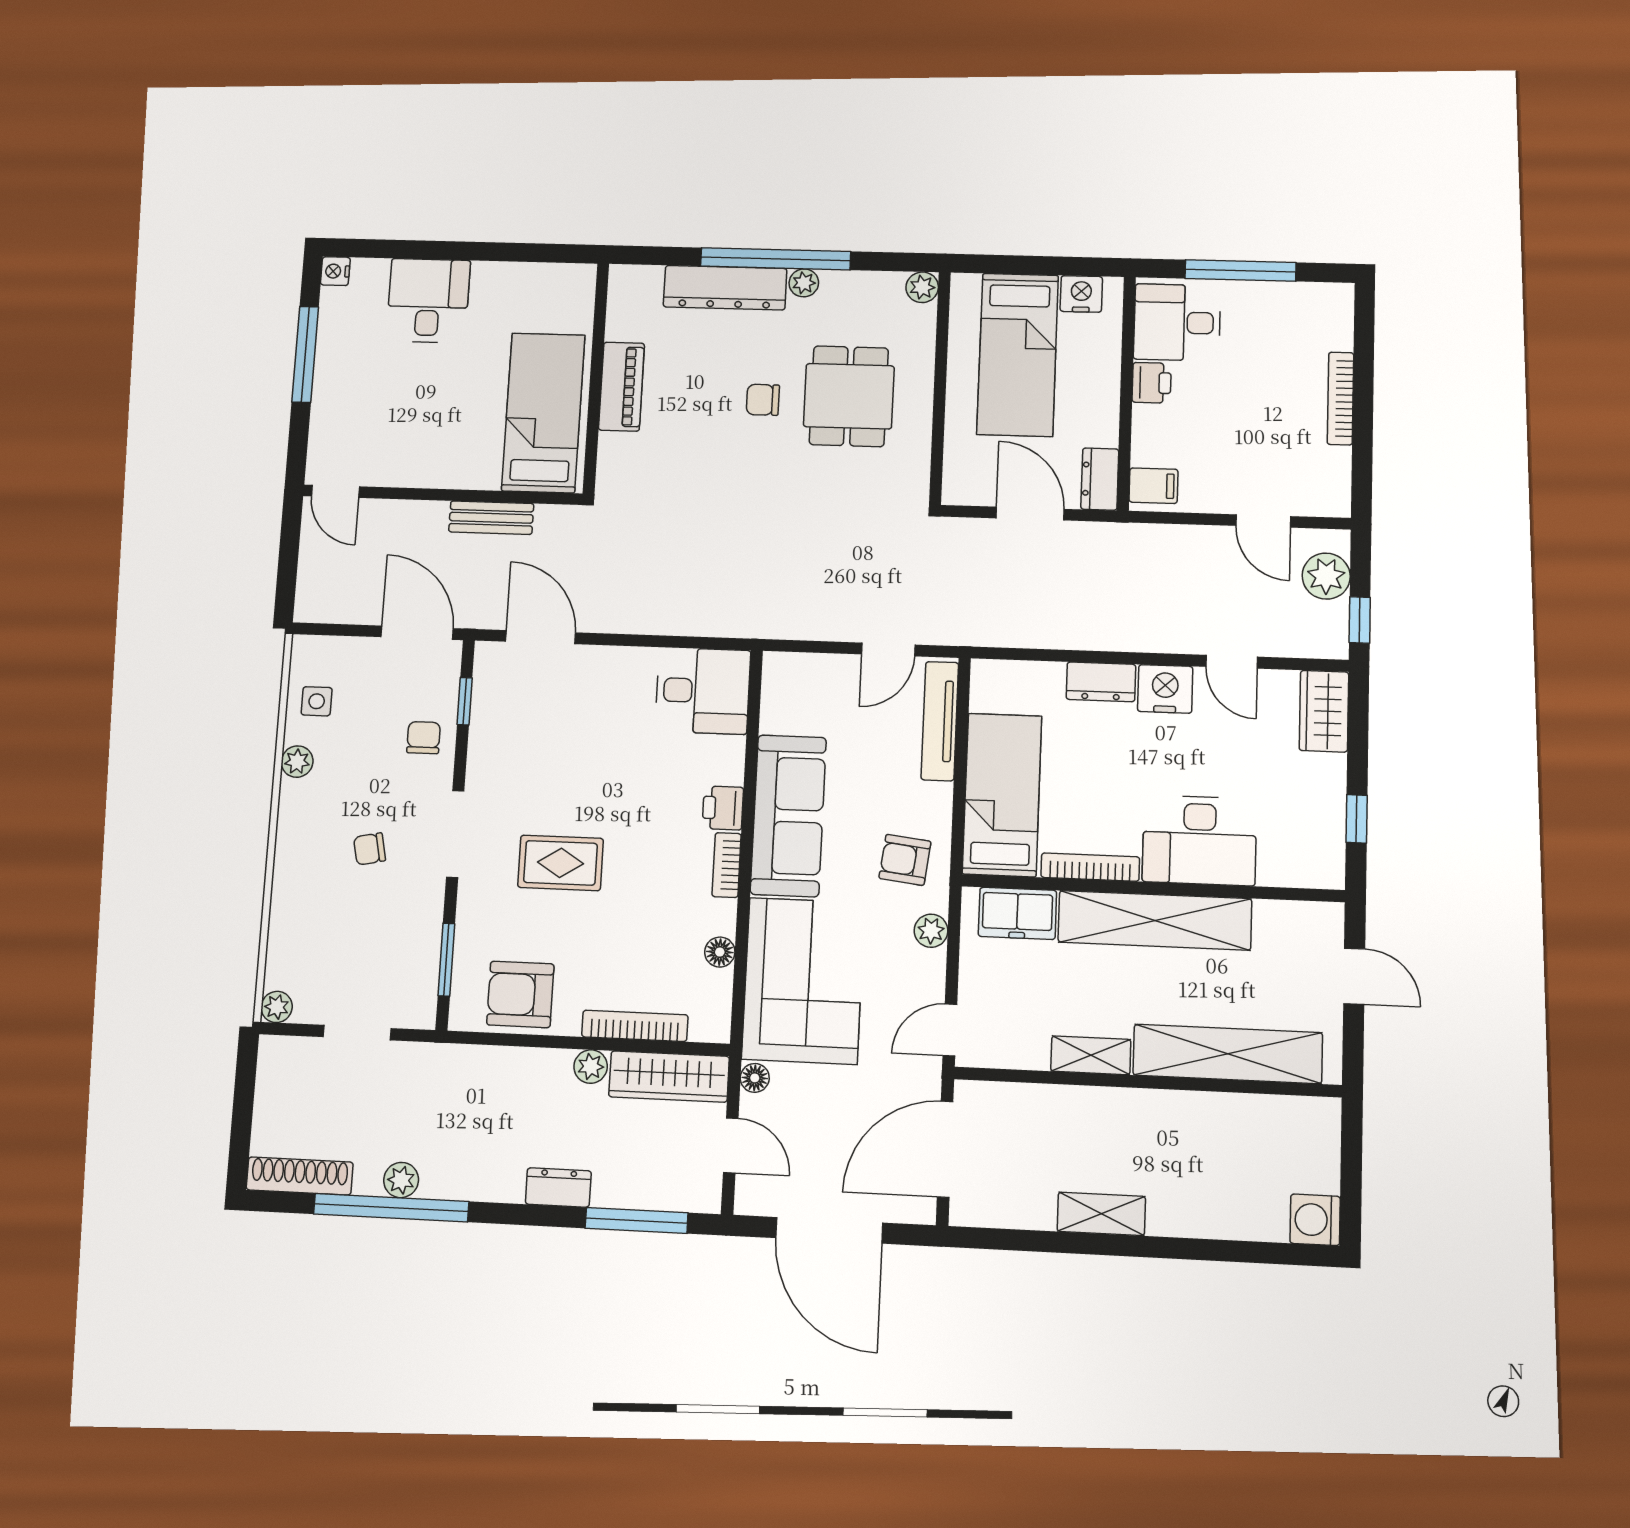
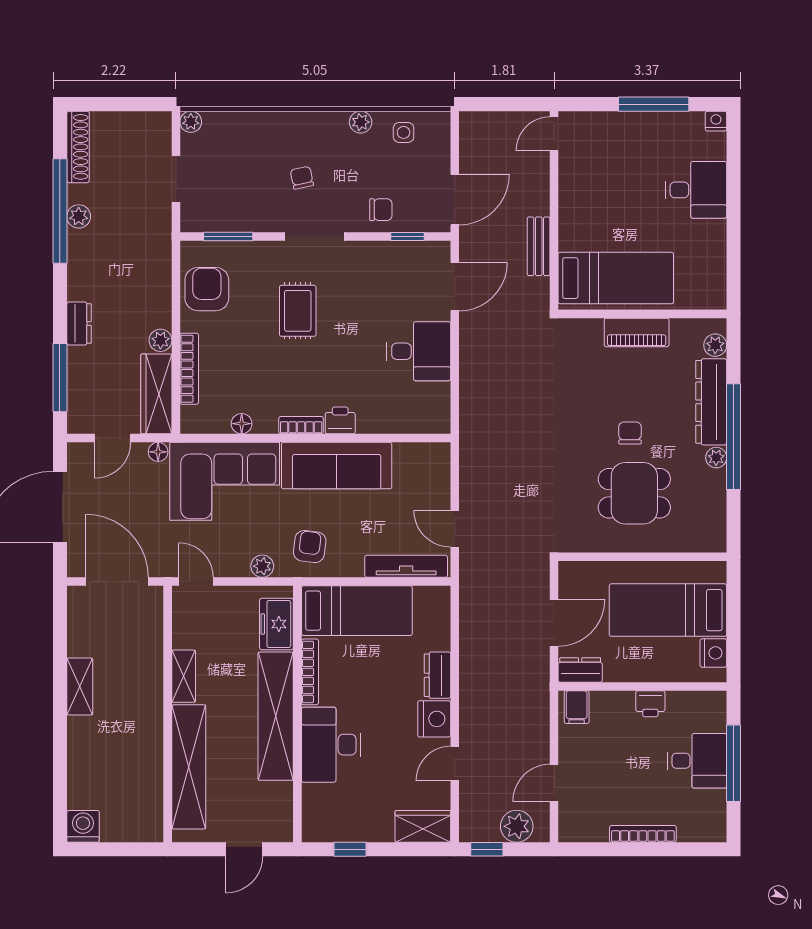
plant: (922, 287) -> (715, 345), moved
desk: (1177, 322) -> (697, 761), moved, turned 90
desk: (703, 691) -> (419, 351), moved, turned -90

